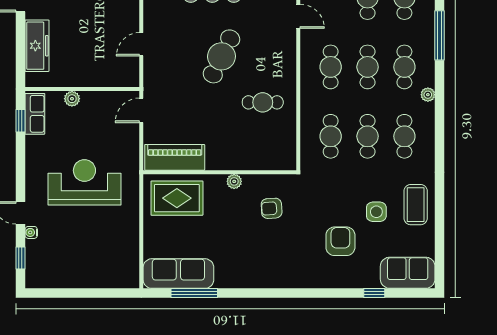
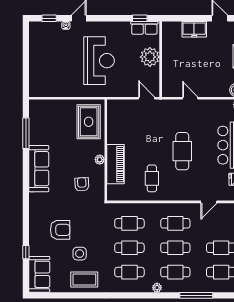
freezer: (37, 46) -> (194, 29), width x0.71
cafe table: (221, 56) -> (182, 151), turned 64
plant: (72, 99) -> (150, 57), width x1.88, depth x1.88
piano: (175, 157) -> (116, 164), moved
sofa: (178, 274) -> (39, 169), moved

